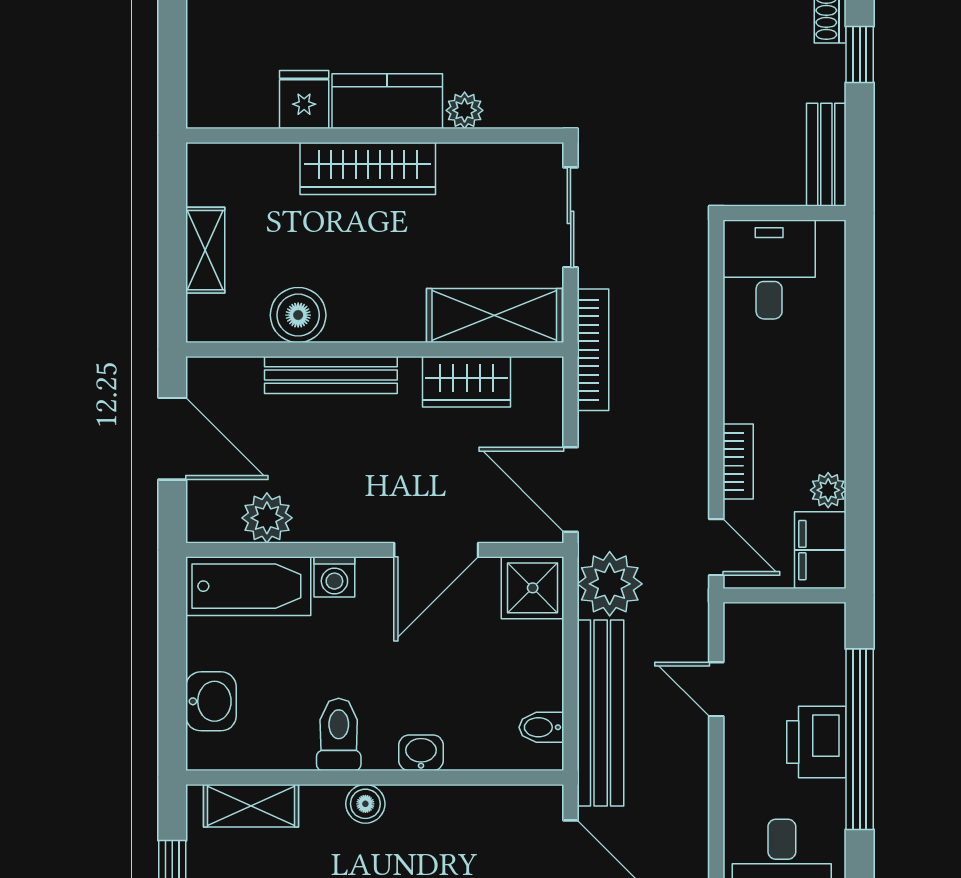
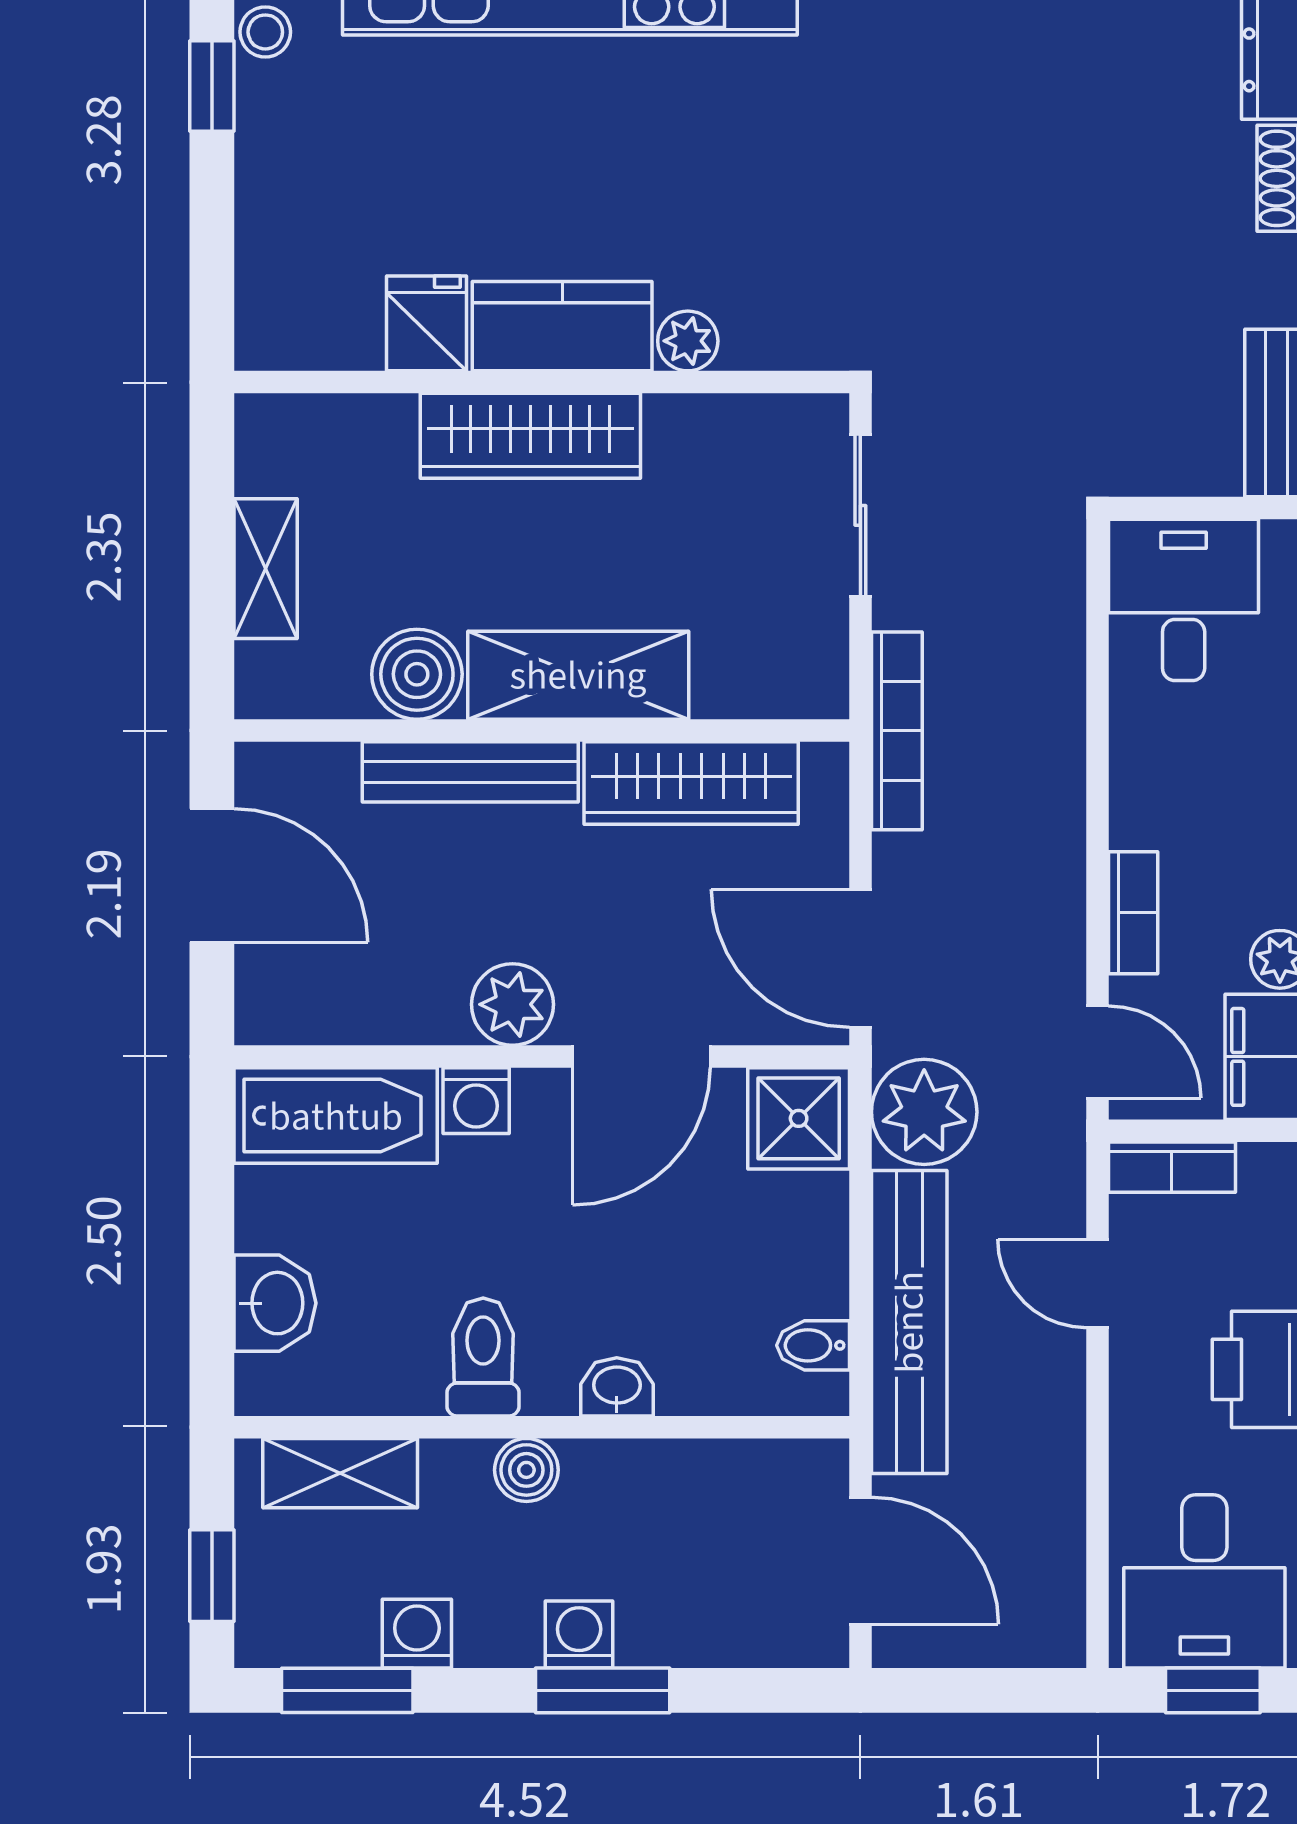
shelving: (494, 316) -> (578, 675), moved
wardrobe: (467, 382) -> (691, 783), width x1.50
plant: (267, 518) -> (512, 1004), moved
bookcase: (762, 618) -> (1172, 1167), added

